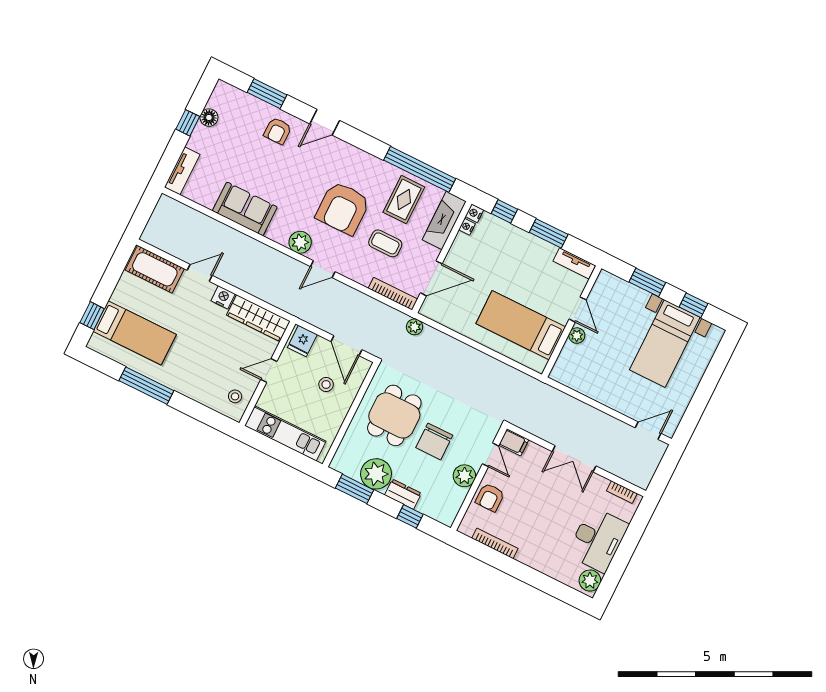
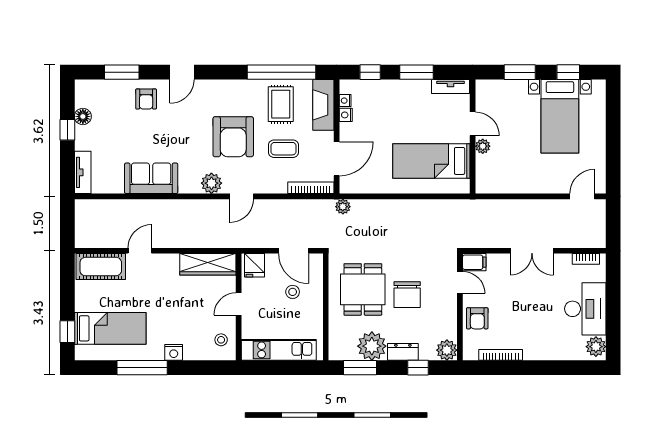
nightstand: (474, 213) -> (346, 115), moved
nightstand: (223, 297) -> (174, 352), moved, turned 180
plant: (464, 476) -> (447, 350), moved

